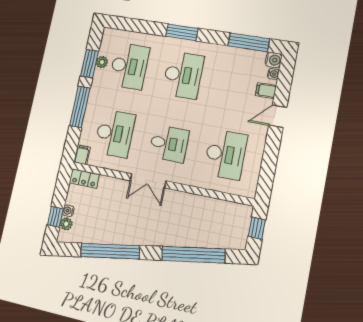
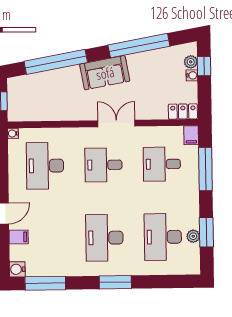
water cooler: (273, 74) -> (13, 133), moved
window: (80, 107) -> (205, 169), moved
desk: (115, 133) -> (162, 164), width x0.73
sofa: (148, 233) -> (105, 73), added

